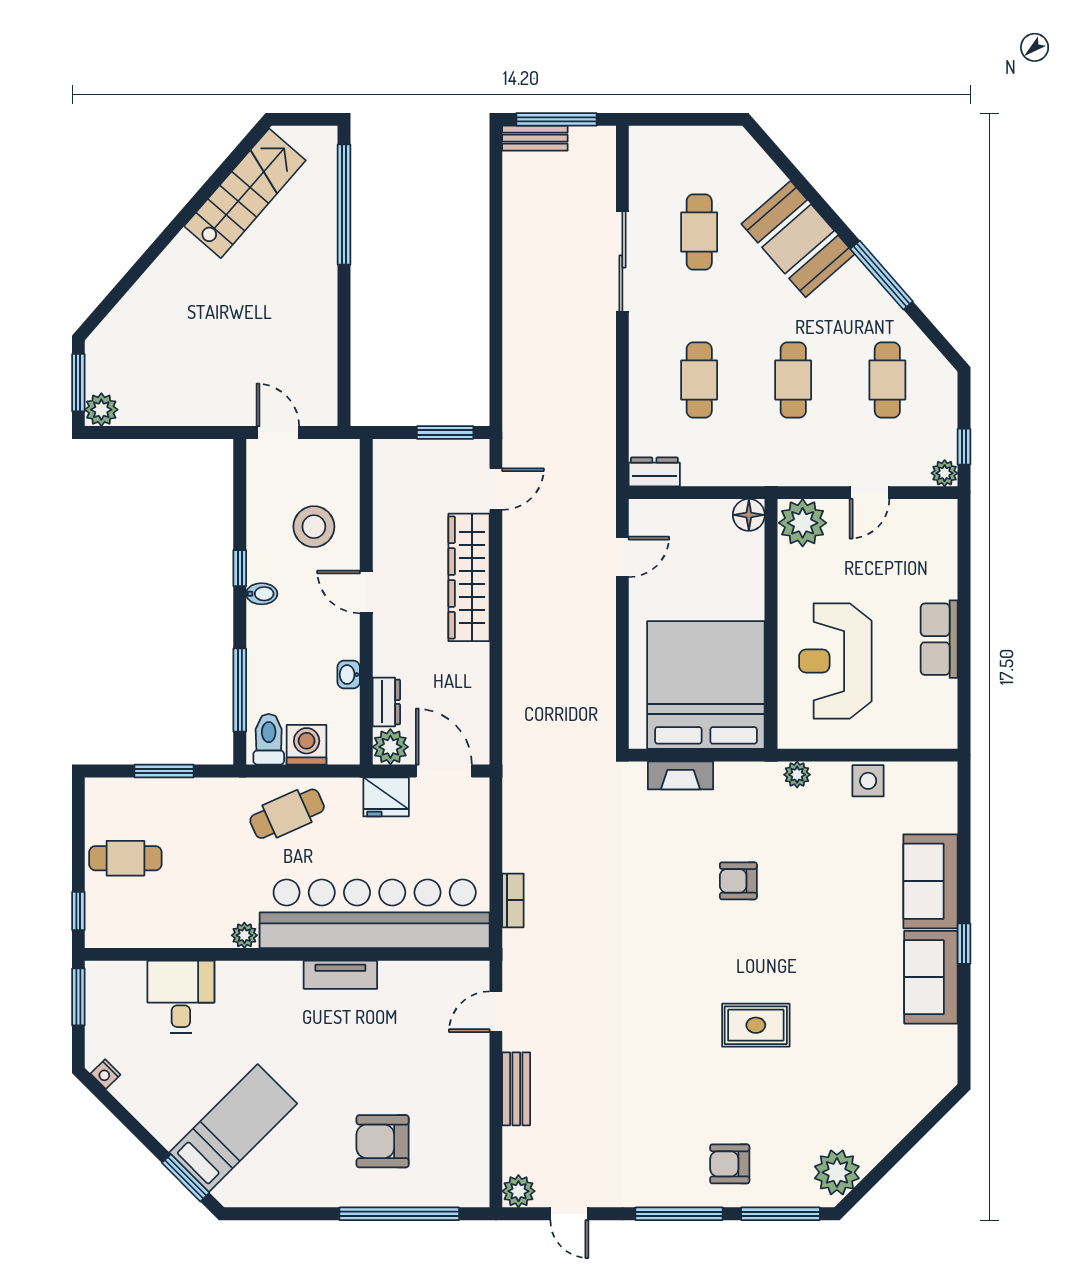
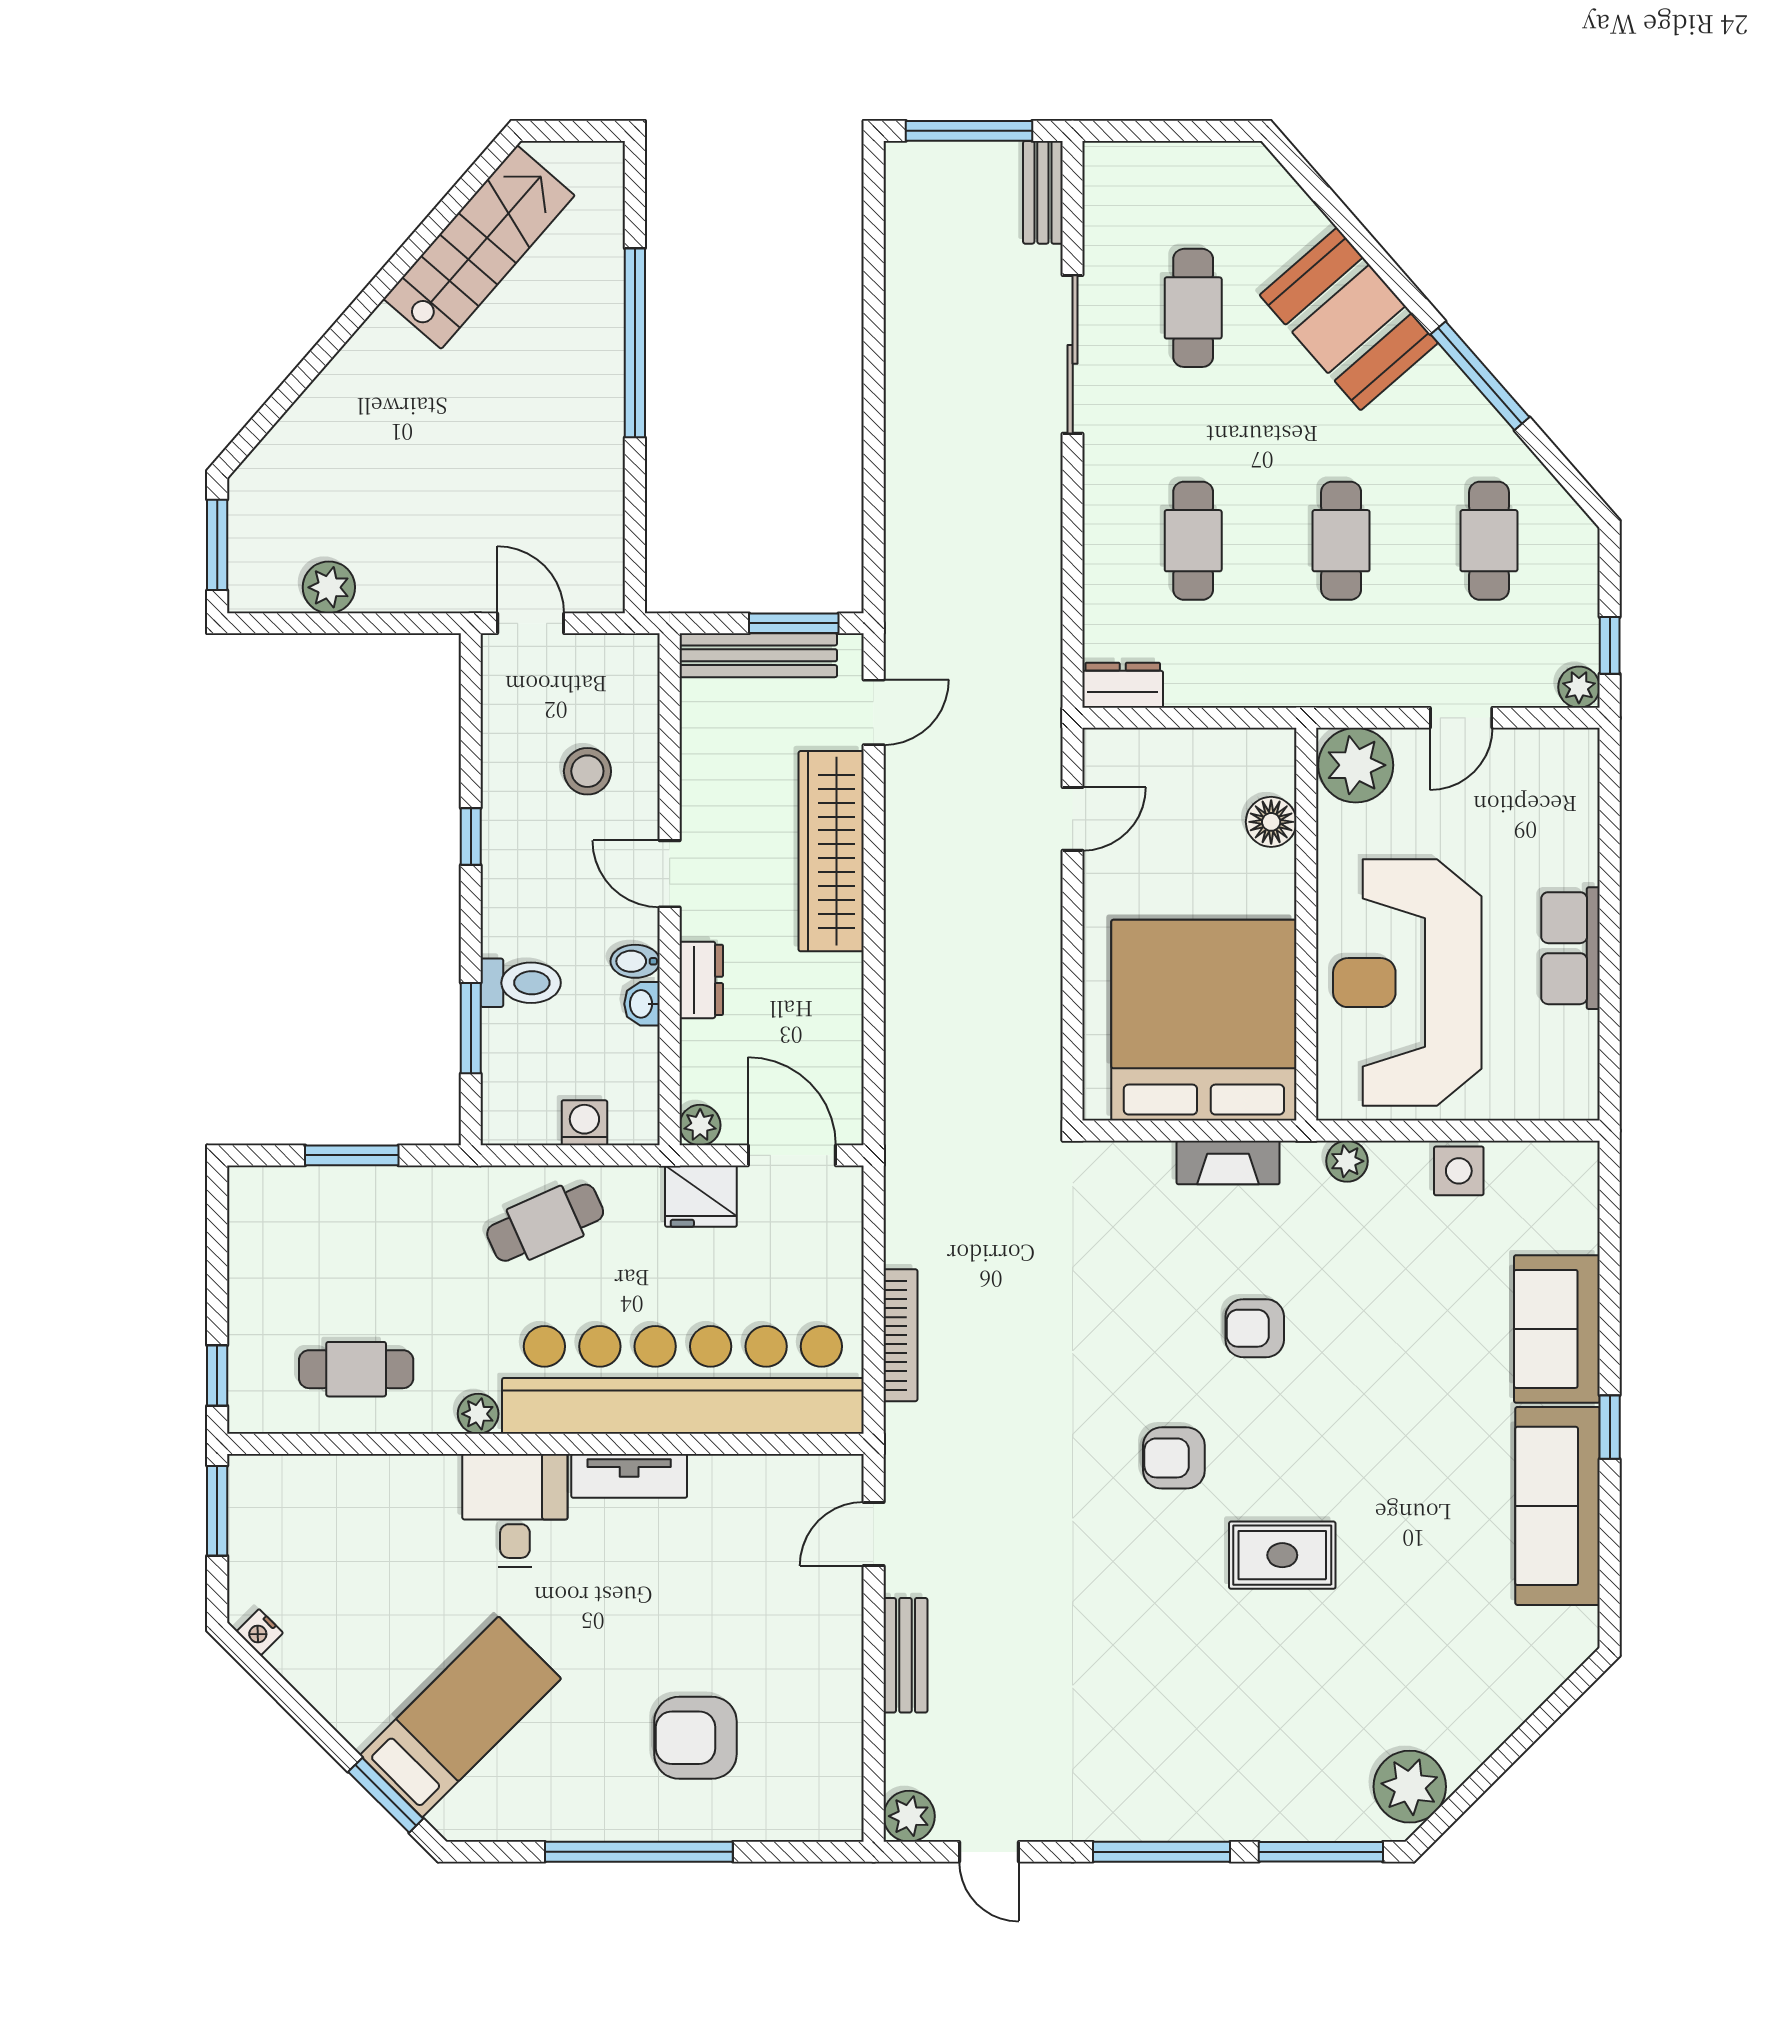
bench: (535, 138) -> (1043, 192), moved, turned 90
window: (344, 205) -> (635, 343), moved
plant: (101, 410) -> (329, 587), moved
bench: (423, 453) -> (758, 655), added
floor lamp: (749, 515) -> (1271, 822), moved
stool: (314, 527) -> (587, 771), width x0.73, depth x0.73
bidet: (262, 594) -> (635, 961), moved, turned 180
reception desk: (835, 661) -> (1407, 983), width x1.36, depth x1.30
window: (240, 690) -> (471, 1028), width x0.69
dresser: (386, 702) -> (701, 980), moved
toilet: (269, 739) -> (521, 983), moved, turned 90
washing machine: (307, 745) -> (584, 1123), width x0.73, depth x0.73
plant: (390, 747) -> (700, 1125), width x0.73, depth x0.73
fireplace: (681, 775) -> (1228, 1162), moved
cafe table: (125, 858) -> (356, 1369), moved
bookcase: (513, 900) -> (900, 1335), width x1.56
sofa: (931, 977) -> (1558, 1506), width x1.36
desk: (181, 997) -> (515, 1510), moved
armchair: (730, 1164) -> (1174, 1458), moved
window: (399, 1214) -> (639, 1852), moved

